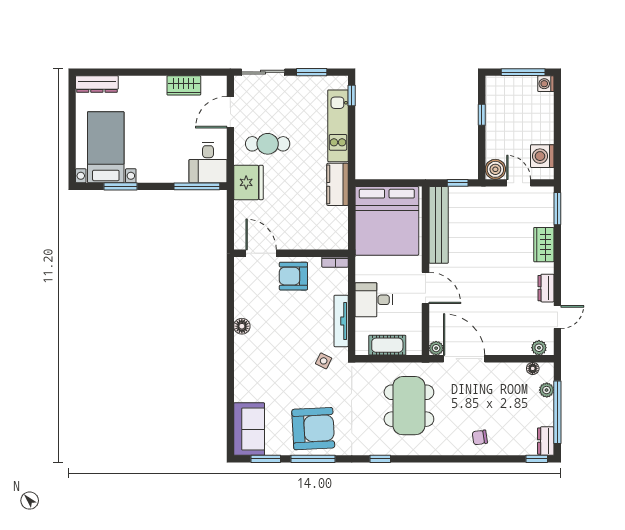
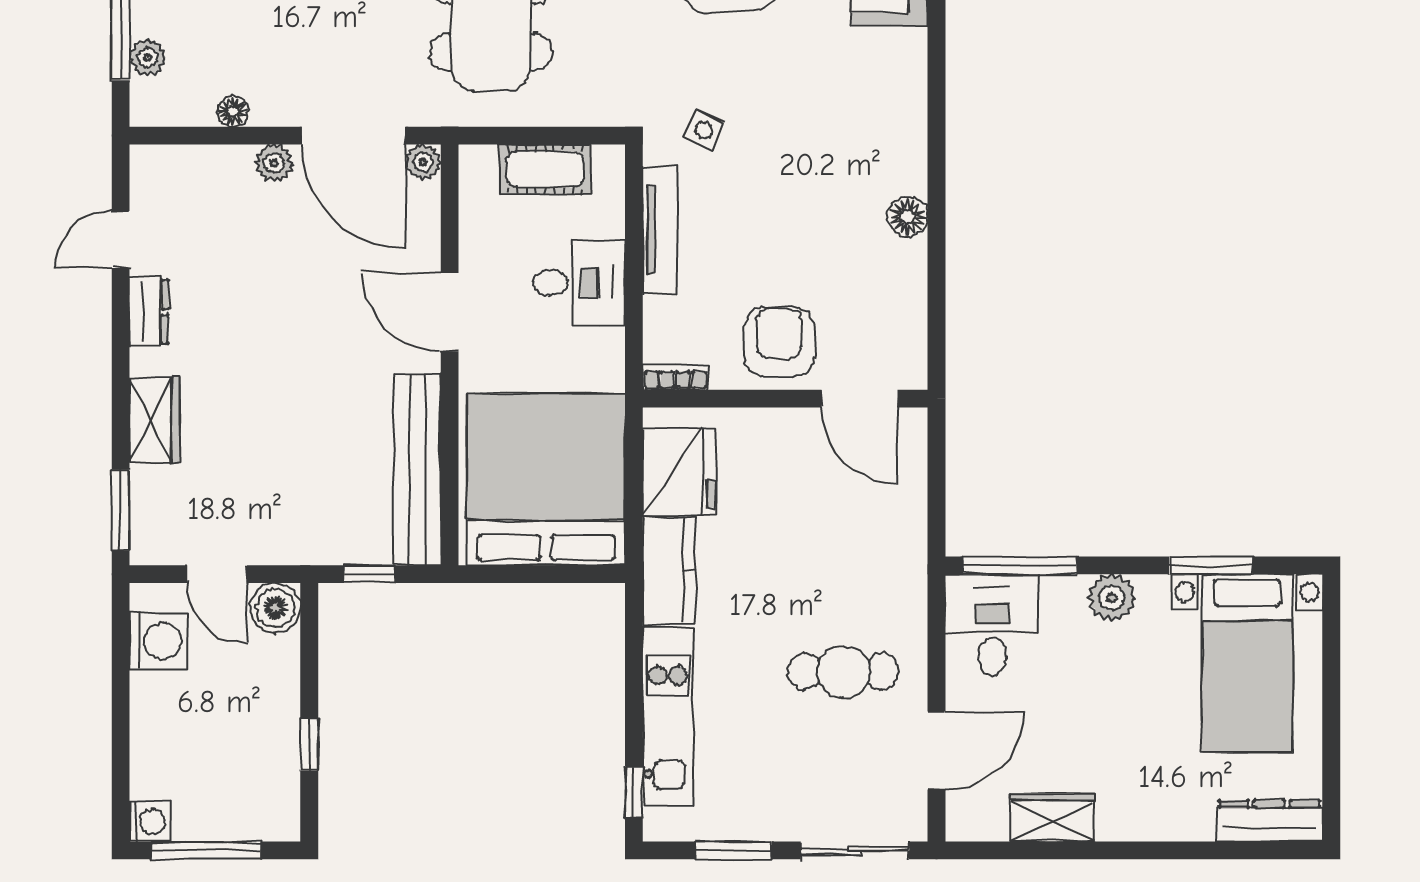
plant: (160, 174) -> (1112, 598), added
fridge: (248, 182) -> (679, 471), moved, turned 180
armchair: (293, 276) -> (779, 342), turned -90
plant: (539, 348) -> (274, 163), moved
floor lamp: (533, 368) -> (233, 111), moved

